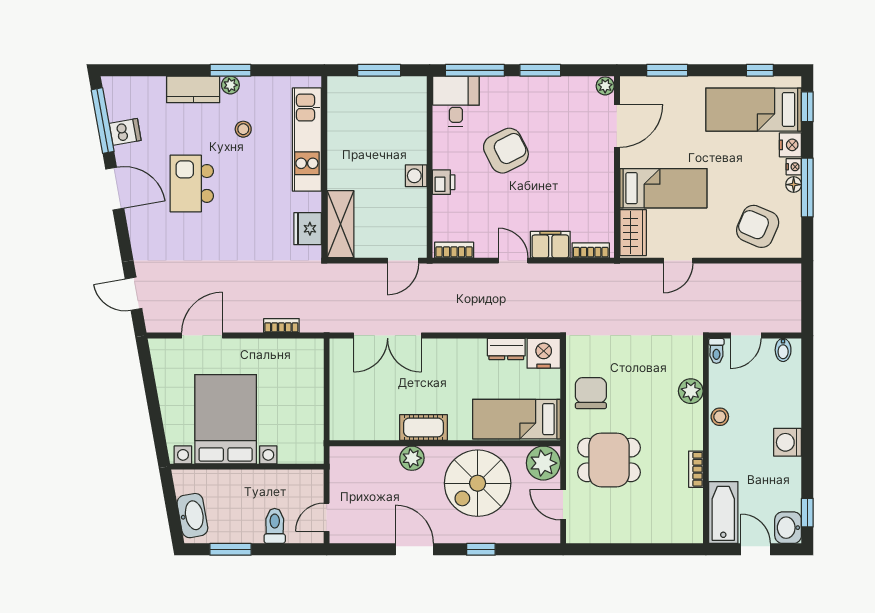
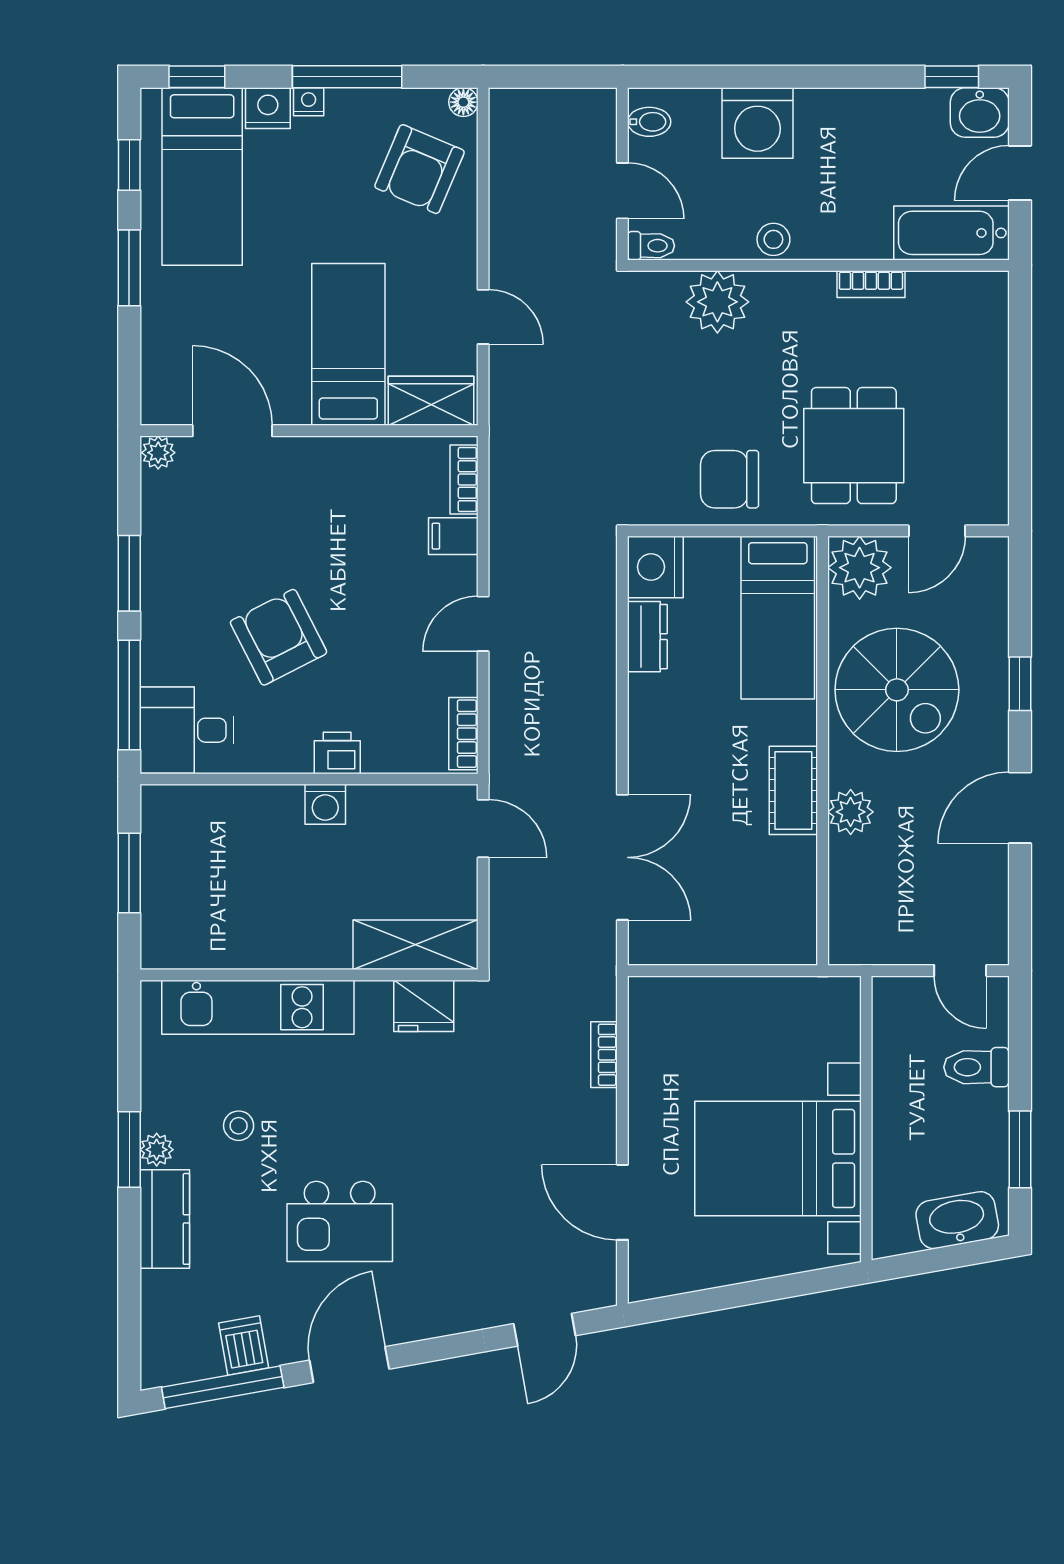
window: (667, 70) -> (129, 268), moved
floor lamp: (794, 185) -> (463, 102), moved
filing cabinet: (550, 245) -> (453, 536), width x0.50
plant: (691, 391) -> (717, 302), width x1.36, depth x1.36
washing machine: (788, 442) -> (757, 123), moved, width x1.37, depth x1.37

